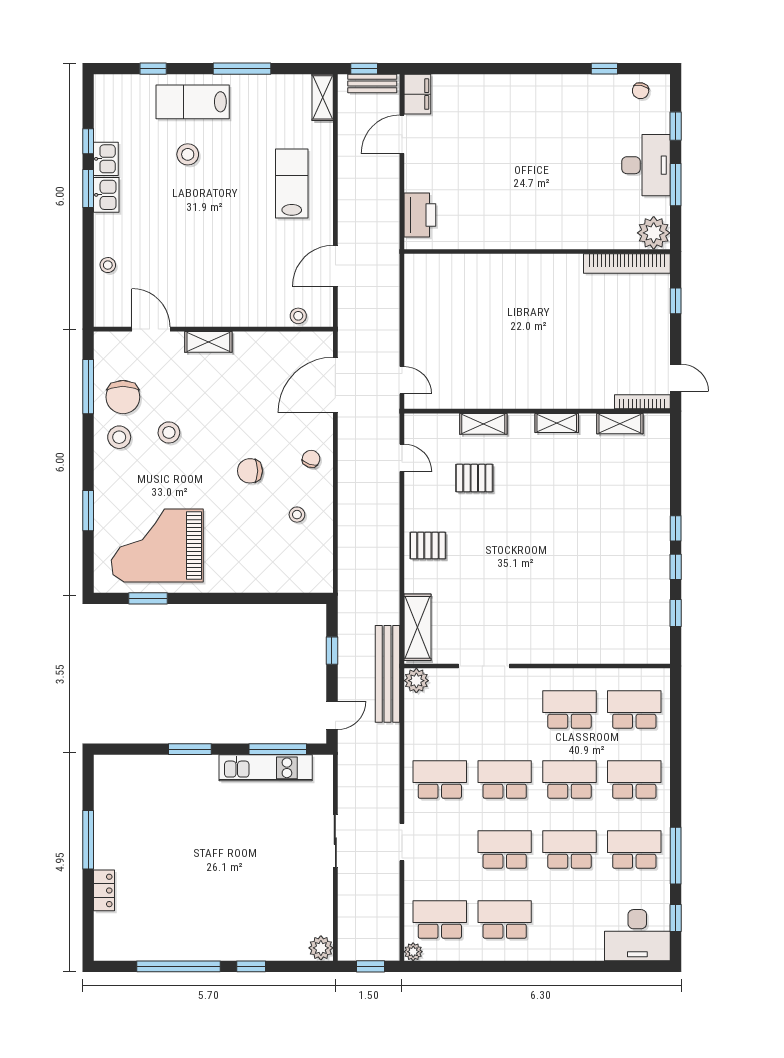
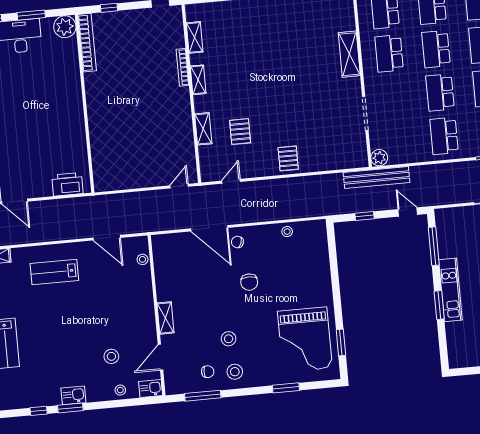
stool: (188, 154) -> (111, 356), moved
kitchen sink: (106, 159) -> (151, 389), moved
door: (335, 385) -> (209, 228), moved
chair: (123, 397) -> (208, 372), width x0.54, depth x0.54
bookcase: (642, 402) -> (183, 67), moved
stool: (297, 515) -> (287, 232), moved
shelving: (417, 627) -> (349, 54), moved, turned 90
kitchen unit: (266, 768) -> (450, 290), moved

